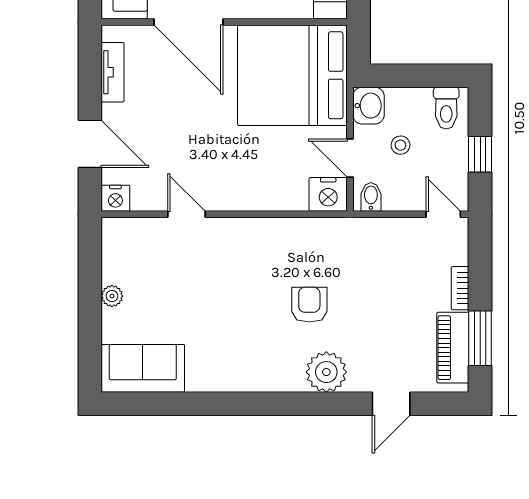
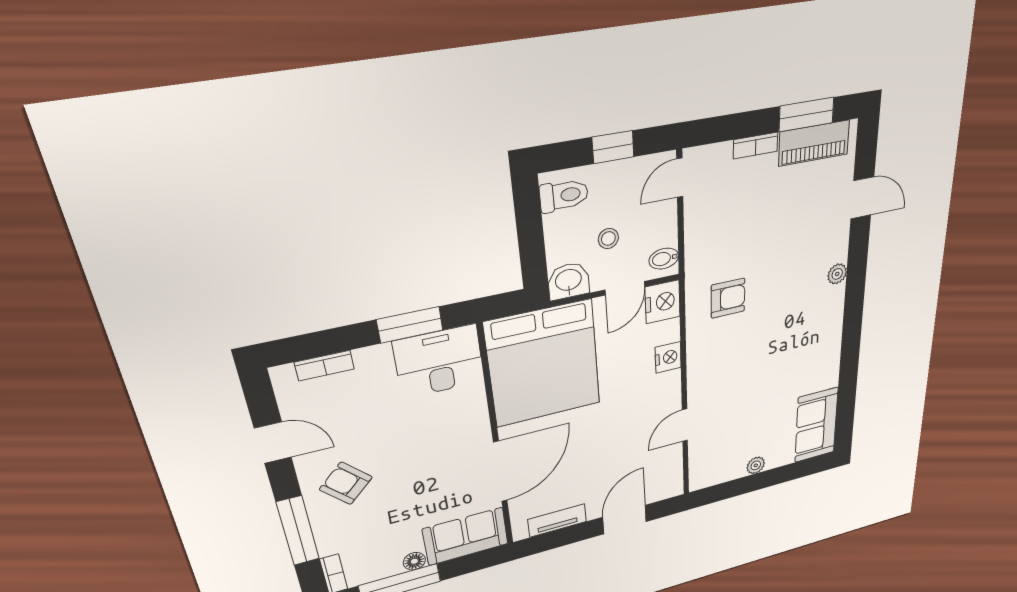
nightstand: (115, 198) -> (668, 357), moved
armchair: (309, 305) -> (728, 298), moved, turned 180
plant: (326, 372) -> (837, 274), width x0.53, depth x0.53

